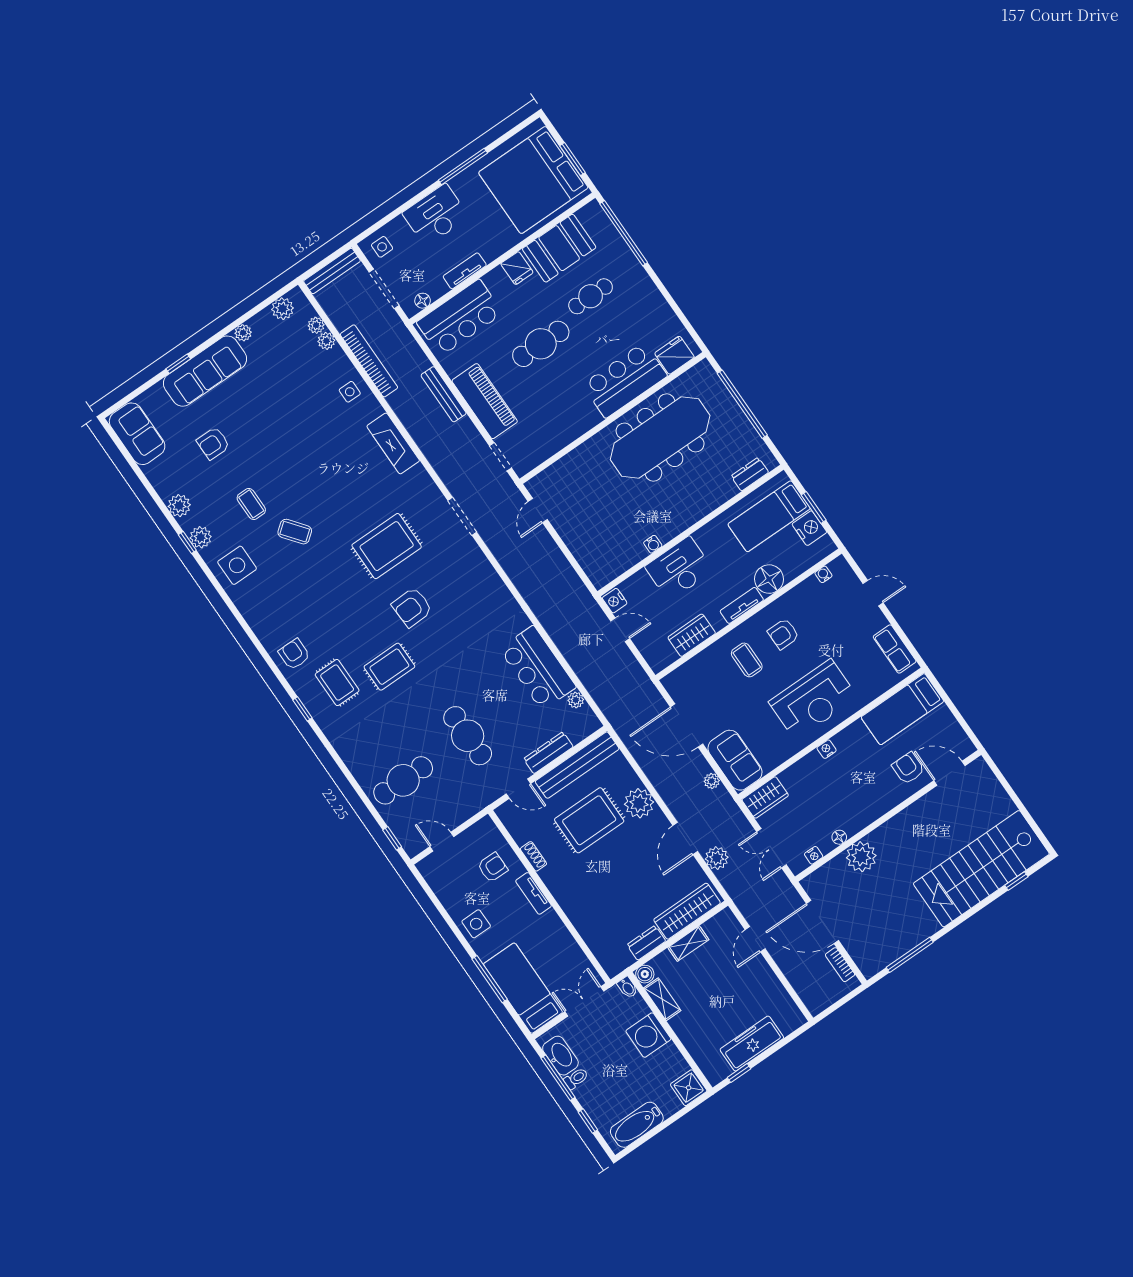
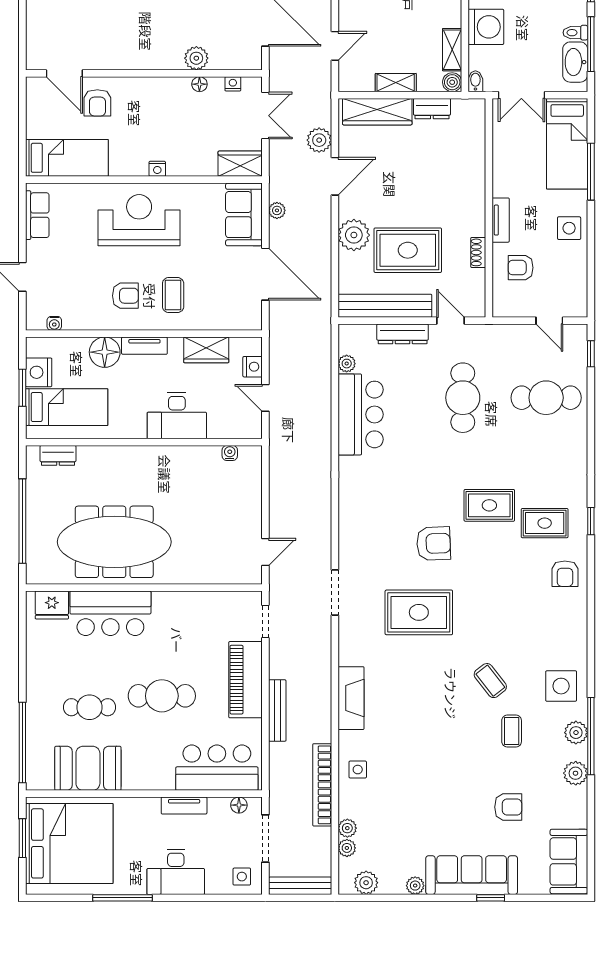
fridge: (517, 268) -> (137, 776), removed
window: (187, 542) -> (591, 736), width x3.17
water cooler: (653, 544) -> (230, 453), moved
nightstand: (615, 601) -> (253, 367), moved
rug: (337, 683) -> (545, 523), turned 90
plant: (861, 857) -> (196, 58), width x0.73, depth x0.73

